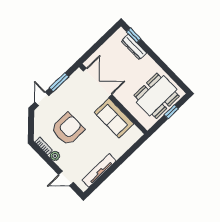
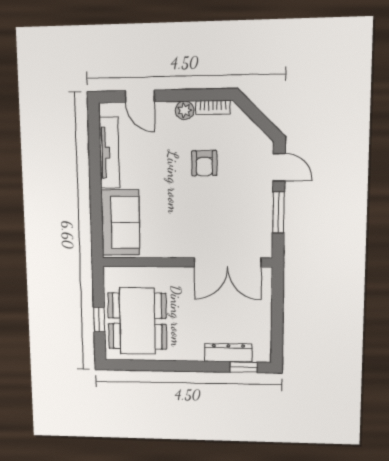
sofa: (114, 118) -> (120, 222), moved, turned 90
armchair: (68, 129) -> (204, 163), width x0.53, depth x0.53
door: (66, 179) -> (140, 96), swing flipped

